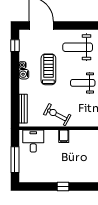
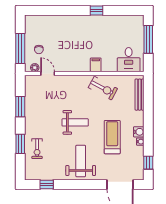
weight bench: (78, 47) -> (81, 161), turned -90
treadmill: (48, 69) -> (112, 137), turned 180

